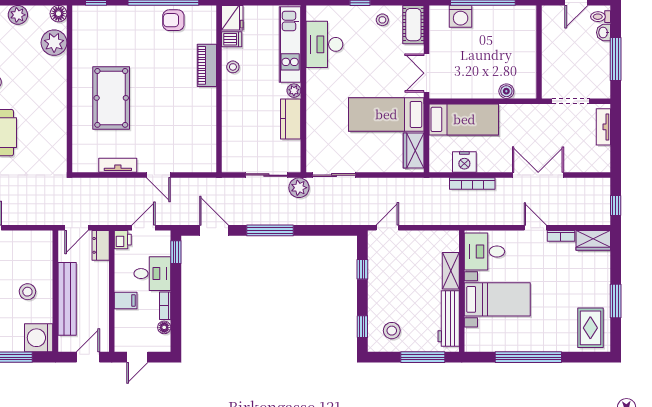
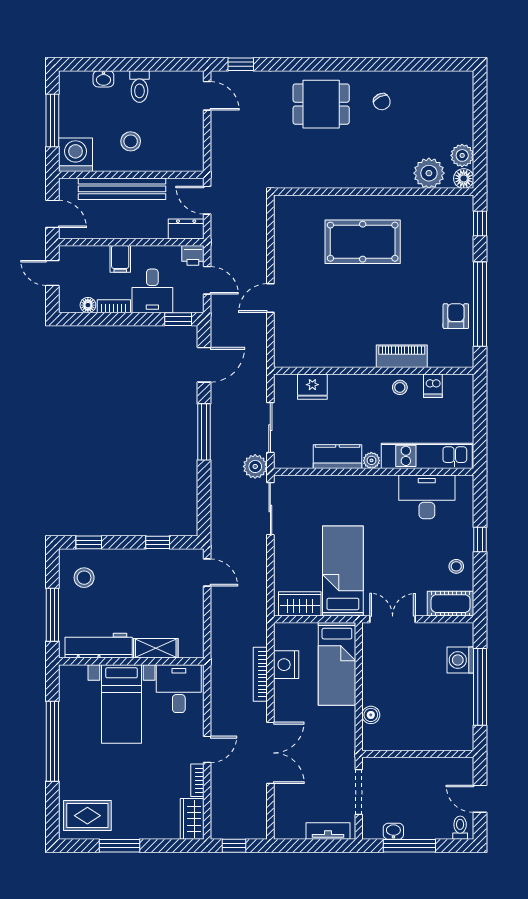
plant: (18, 15) -> (462, 155), moved
fridge: (232, 18) -> (312, 387), moved
washbasin: (603, 32) -> (393, 831), moved
tv unit: (118, 165) -> (282, 250), removed

